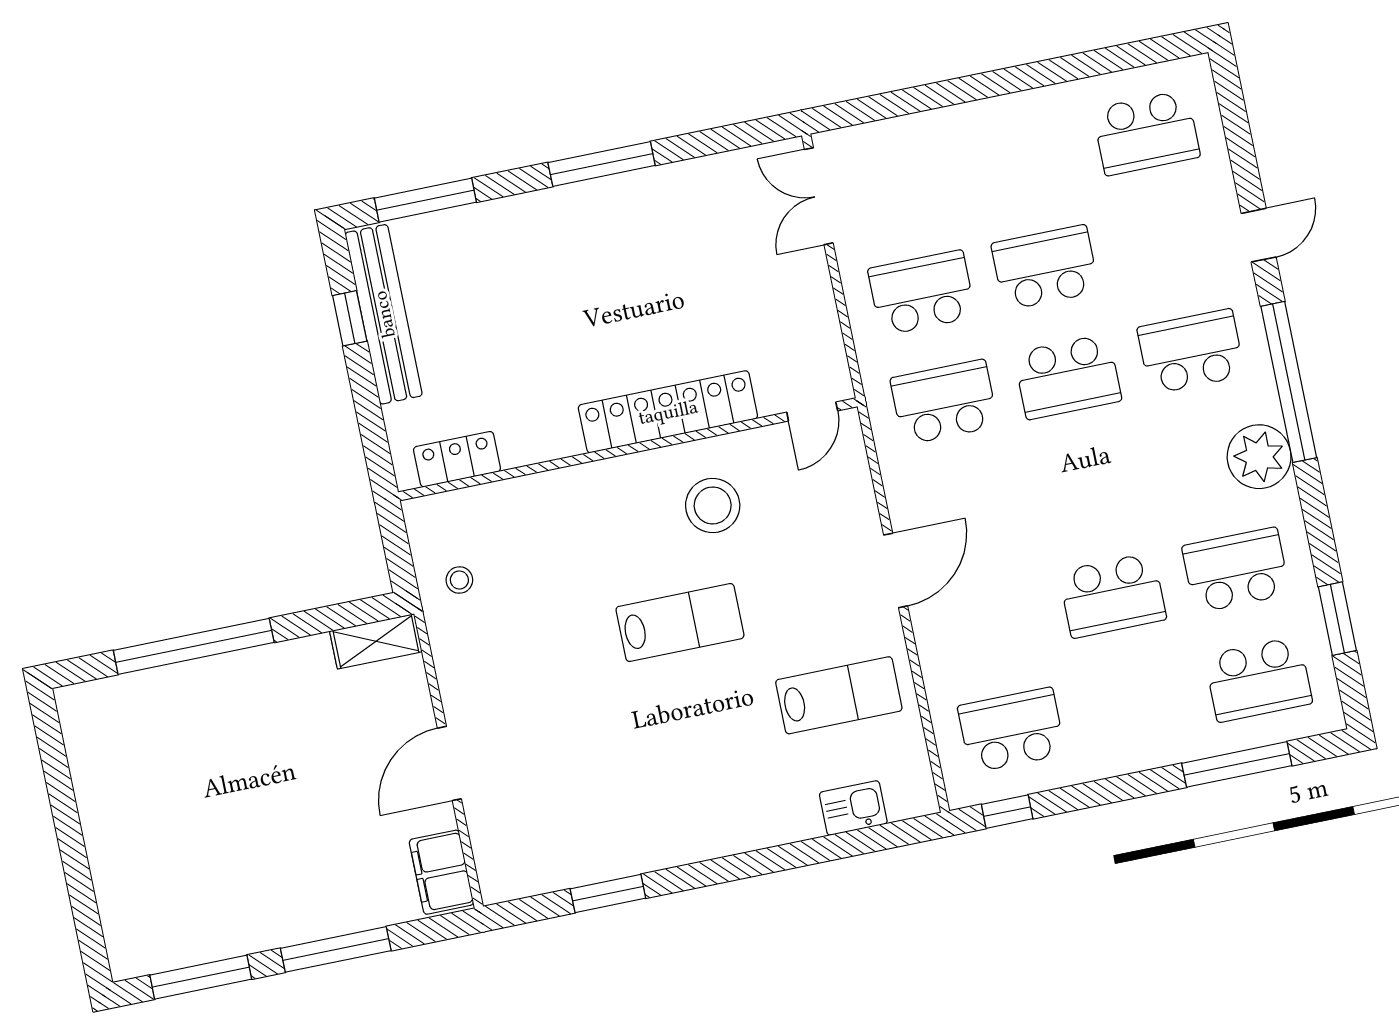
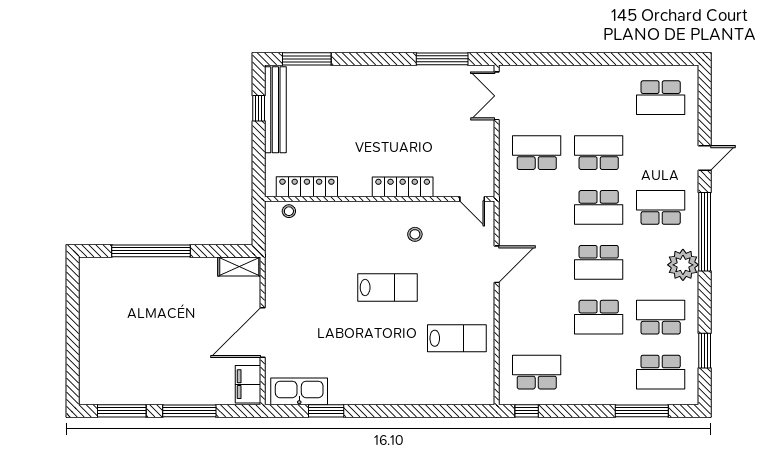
window: (602, 164) -> (442, 59), moved
school desk: (944, 402) -> (599, 262), moved, turned 180
door: (812, 411) -> (472, 199), hinge flipped
locker: (668, 412) -> (403, 187), width x0.71, depth x0.83
locker: (457, 459) -> (307, 187), width x1.53
stool: (713, 505) -> (415, 234), width x0.53, depth x0.53
door: (896, 570) -> (497, 264), moved
stool: (459, 580) -> (289, 211), moved
door: (449, 763) -> (263, 333), width x1.36
kitchen sink: (853, 808) -> (299, 391), moved, width x1.88, depth x1.24

